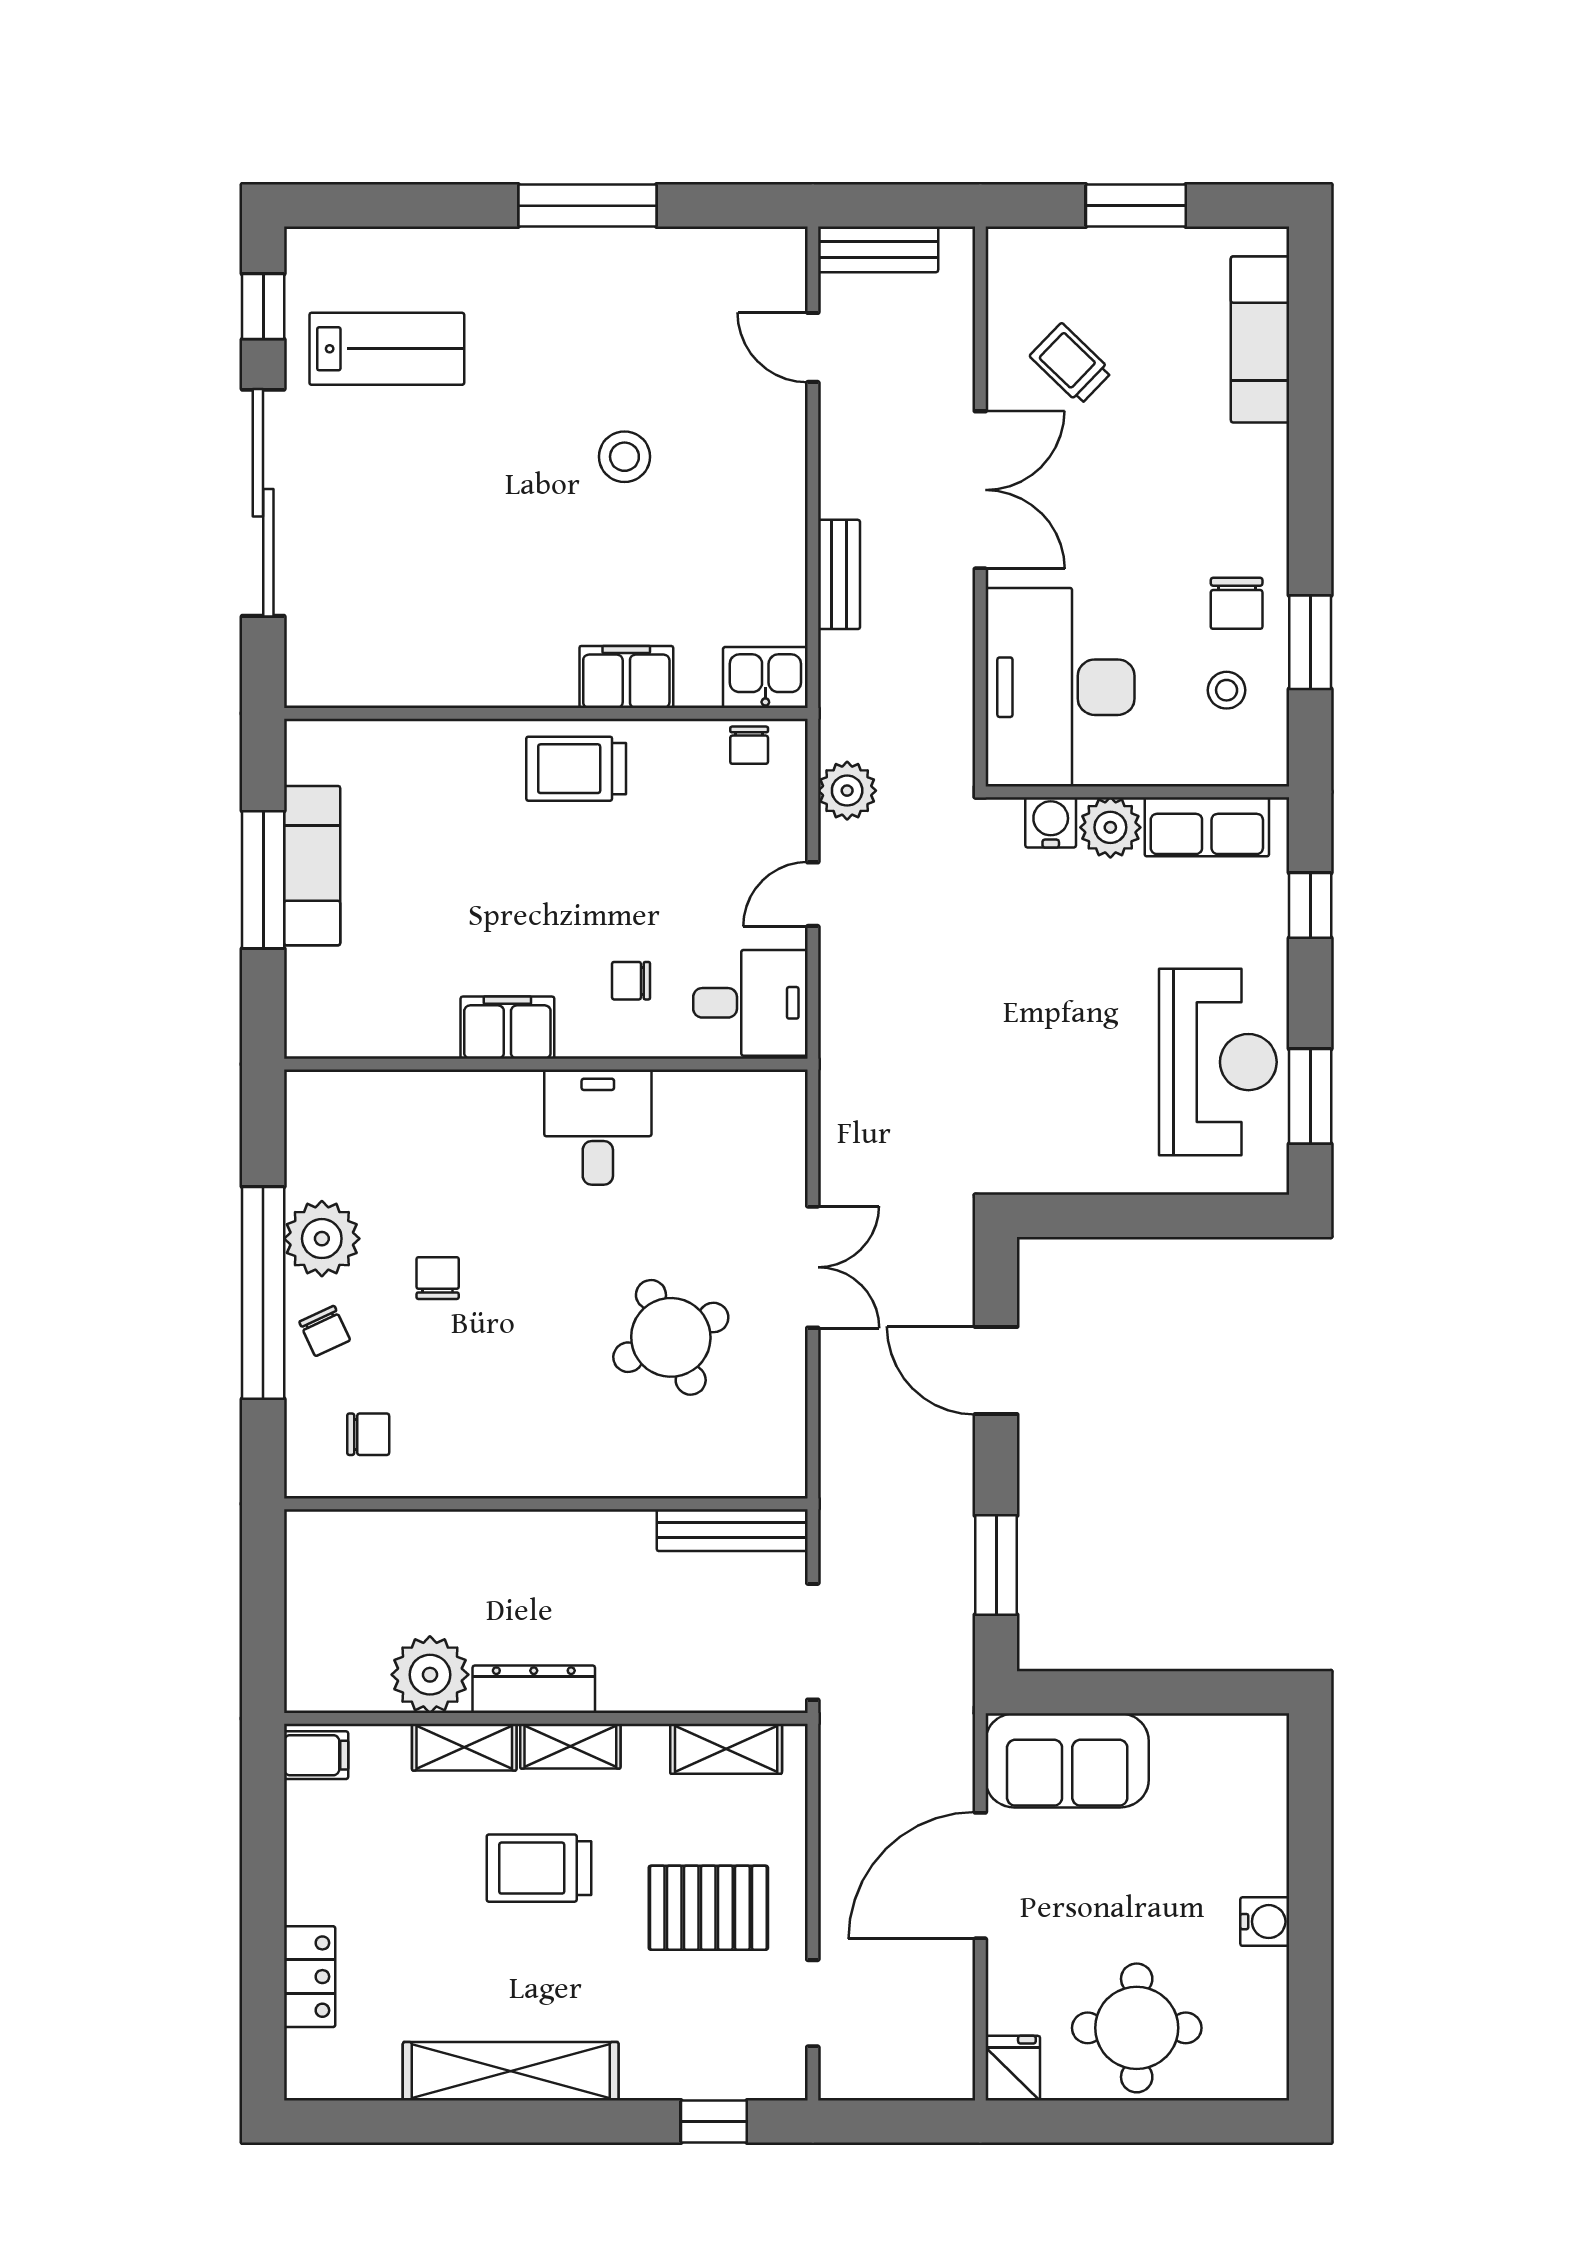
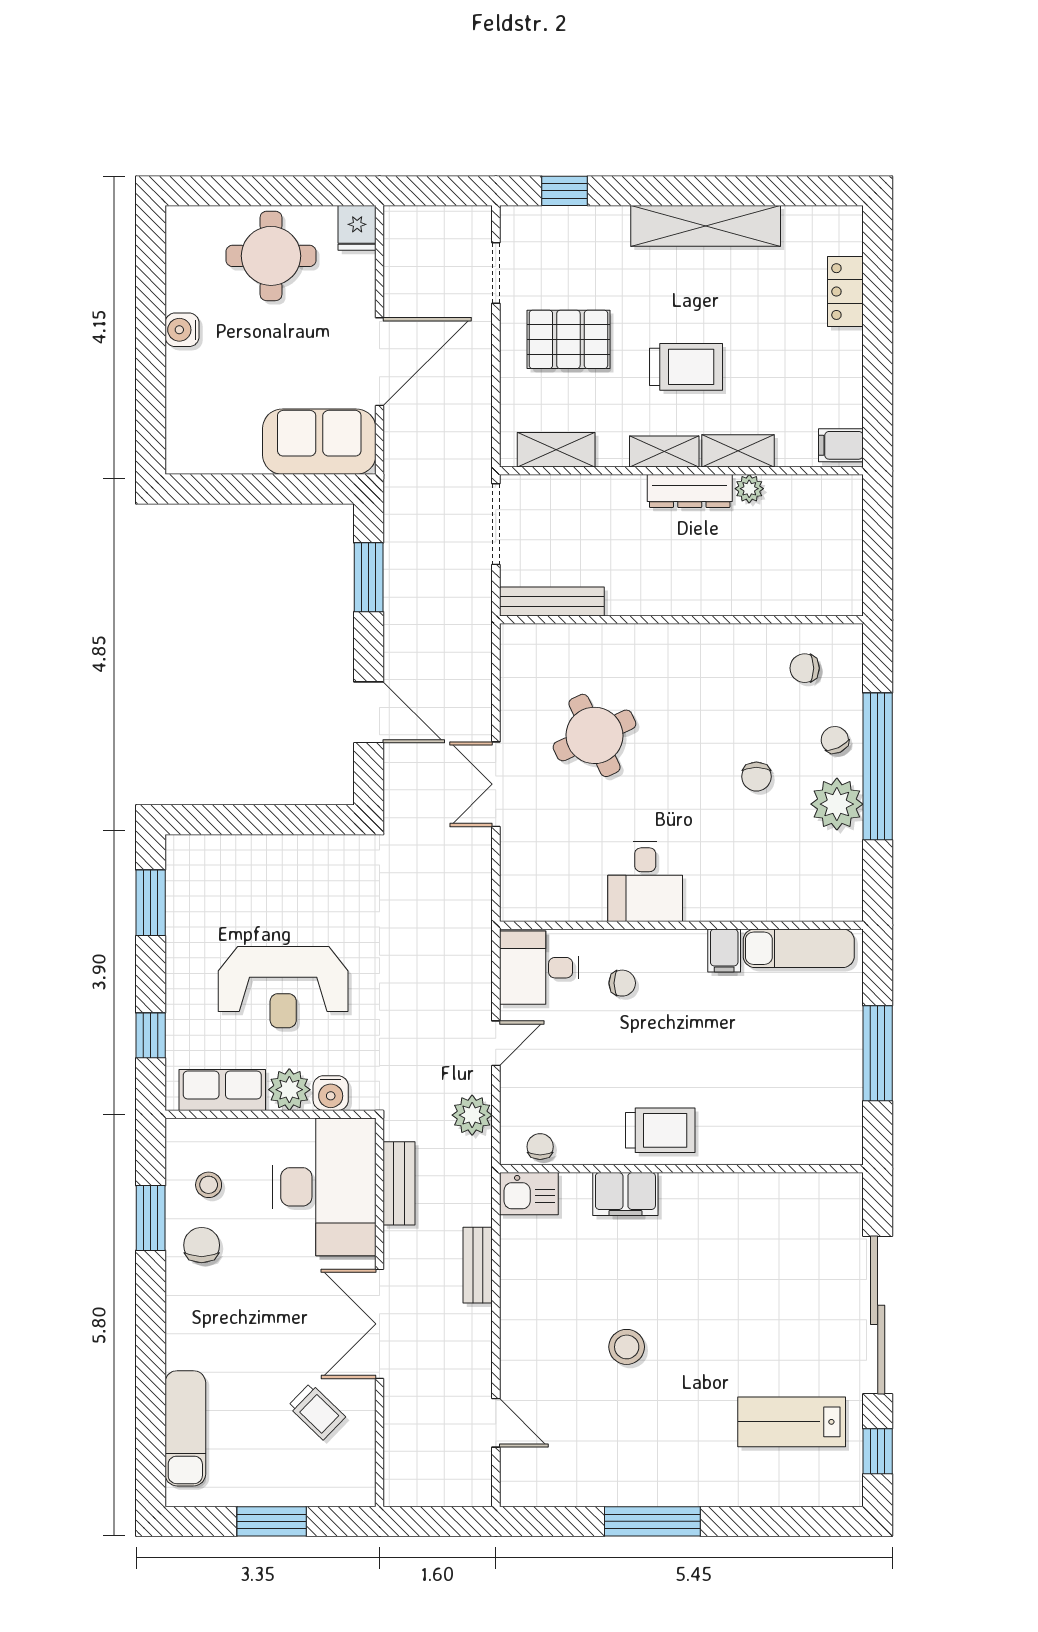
bench: (878, 249) -> (399, 1183), moved, turned 90
exam couch: (312, 866) -> (799, 948), moved, turned -90
filing cabinet: (507, 1028) -> (724, 950), width x0.50
reception desk: (1218, 1062) -> (283, 987), moved, turned -90
plant: (430, 1675) -> (749, 489), width x0.53, depth x0.53

